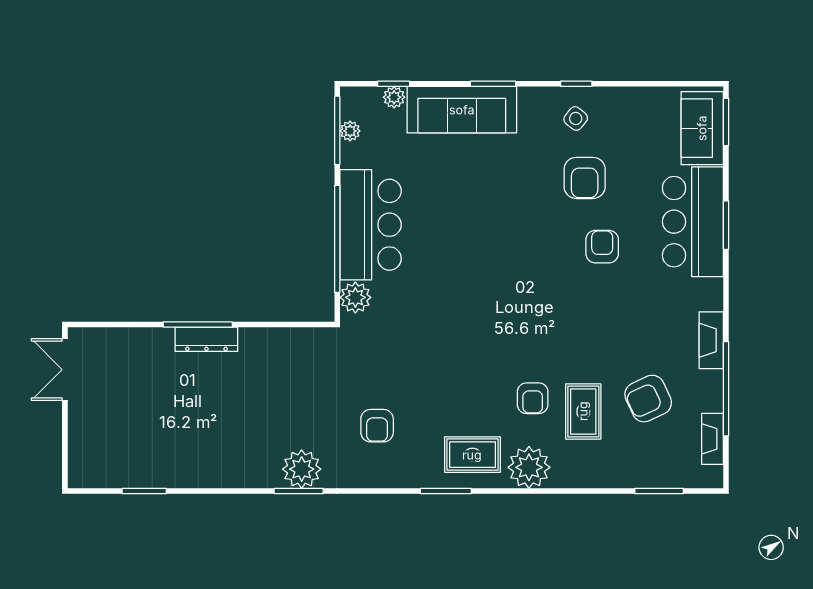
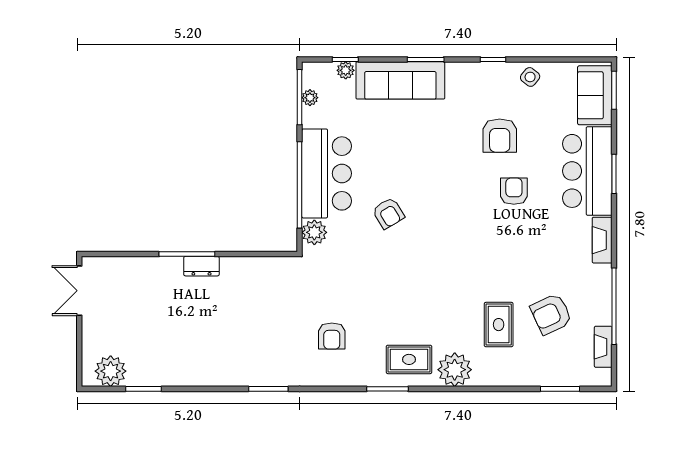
side table: (576, 118) -> (530, 77), moved
dresser: (206, 339) -> (201, 266), width x0.70
fireplace: (711, 340) -> (602, 240), moved
armchair: (533, 398) -> (388, 213), moved, turned -31
plant: (302, 469) -> (111, 371), moved

